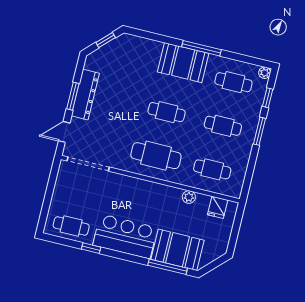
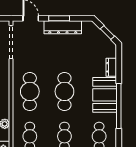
dresser: (151, 46) -> (111, 67), added
window: (202, 48) -> (119, 106), width x1.46
cafe table: (167, 112) -> (64, 91), width x1.37, depth x1.35

